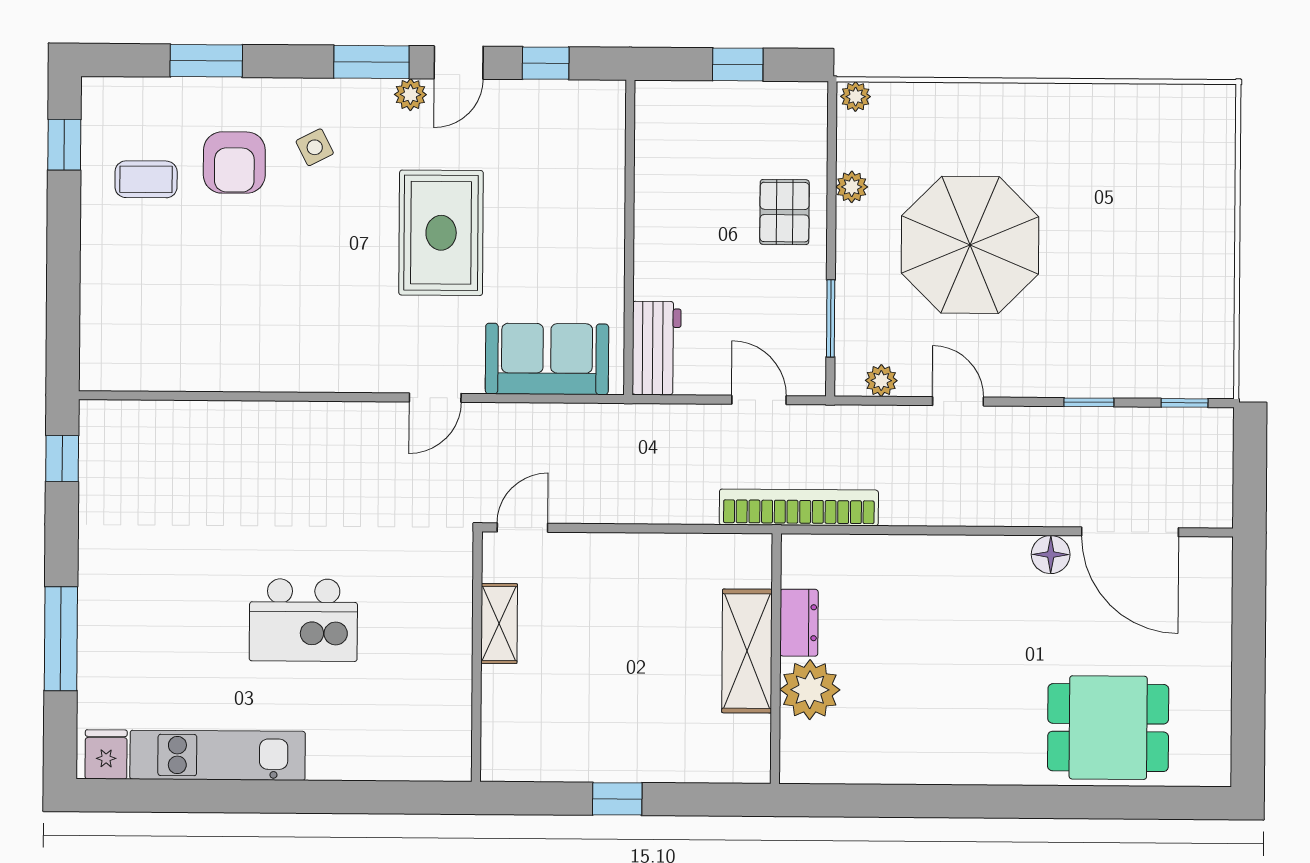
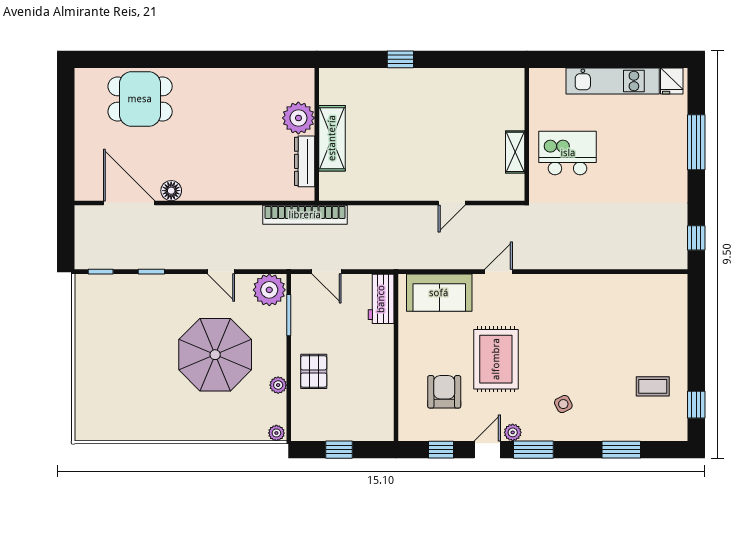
armchair: (234, 163) -> (444, 392), moved
plant: (881, 381) -> (269, 290), width x1.87, depth x1.87
dresser: (799, 623) -> (305, 161), width x1.44
shelving: (499, 624) -> (515, 152), moved
wall: (477, 657) -> (527, 134), moved

